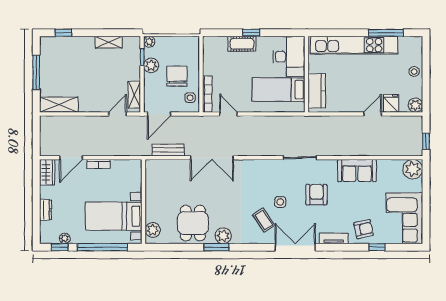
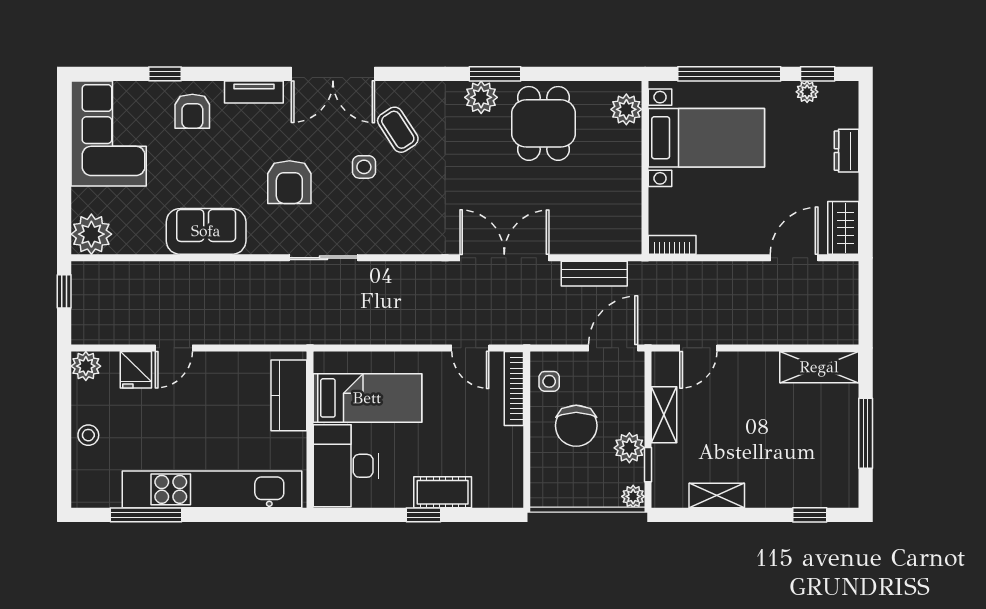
shelving: (134, 95) -> (664, 415), moved
bookcase: (98, 164) -> (672, 245), moved
armchair: (364, 229) -> (192, 111), turned -78

